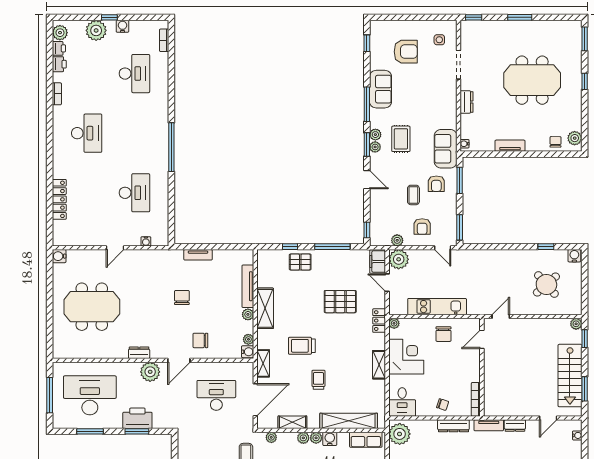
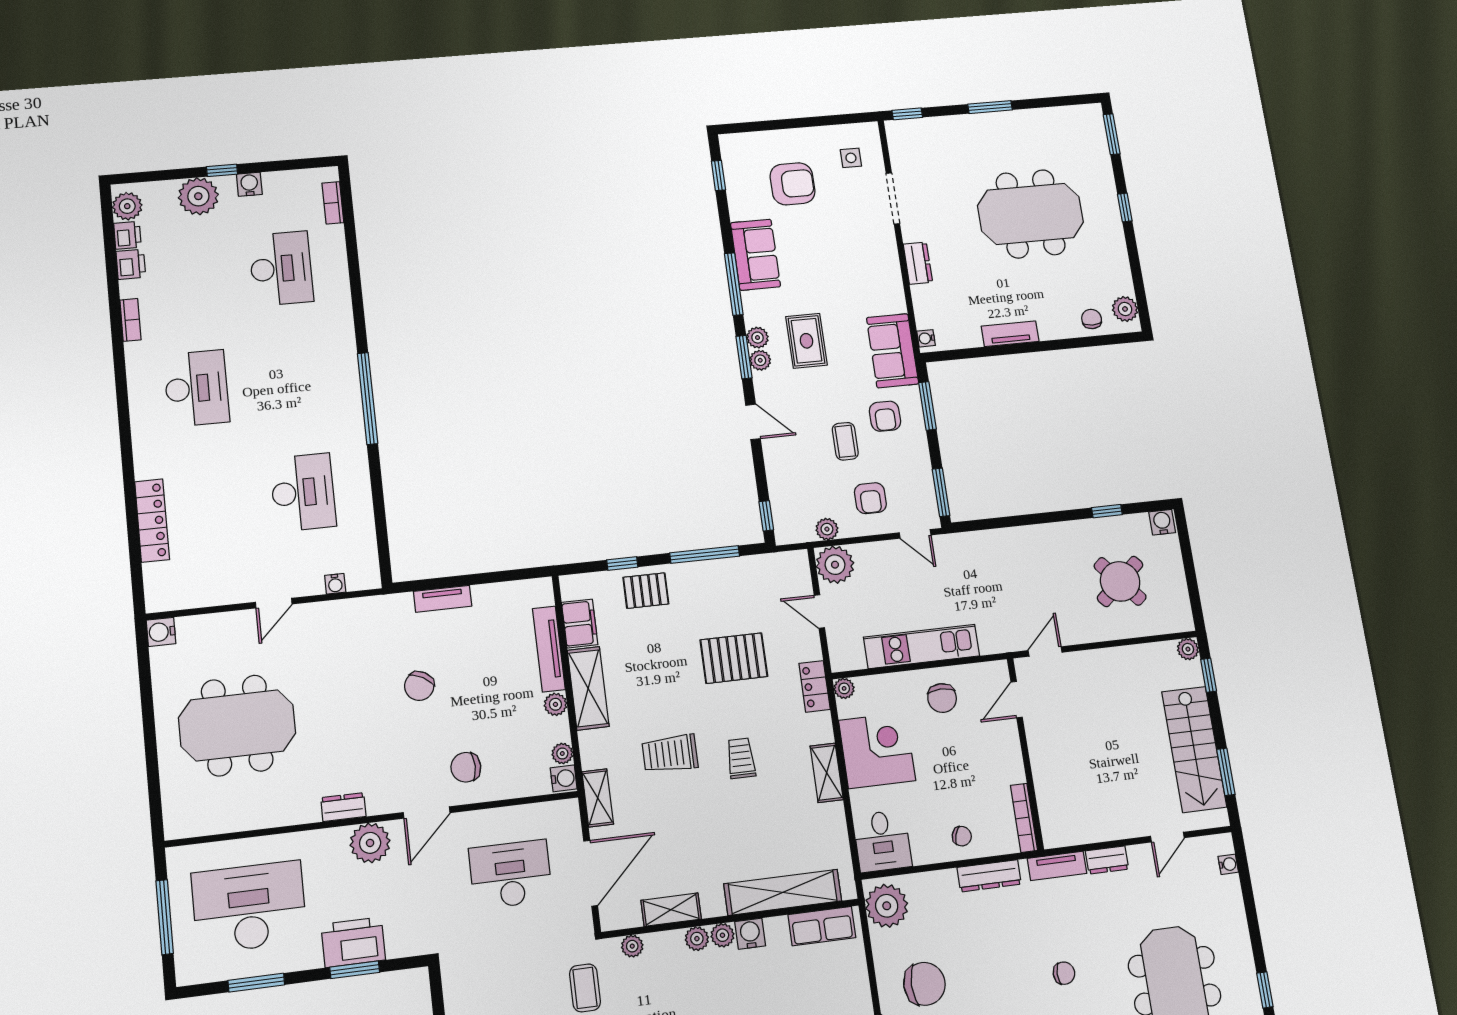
filing cabinet: (378, 262) -> (580, 624), moved, turned 180
chair: (182, 297) -> (419, 686), turned -150
trolley: (318, 380) -> (741, 758), moved

